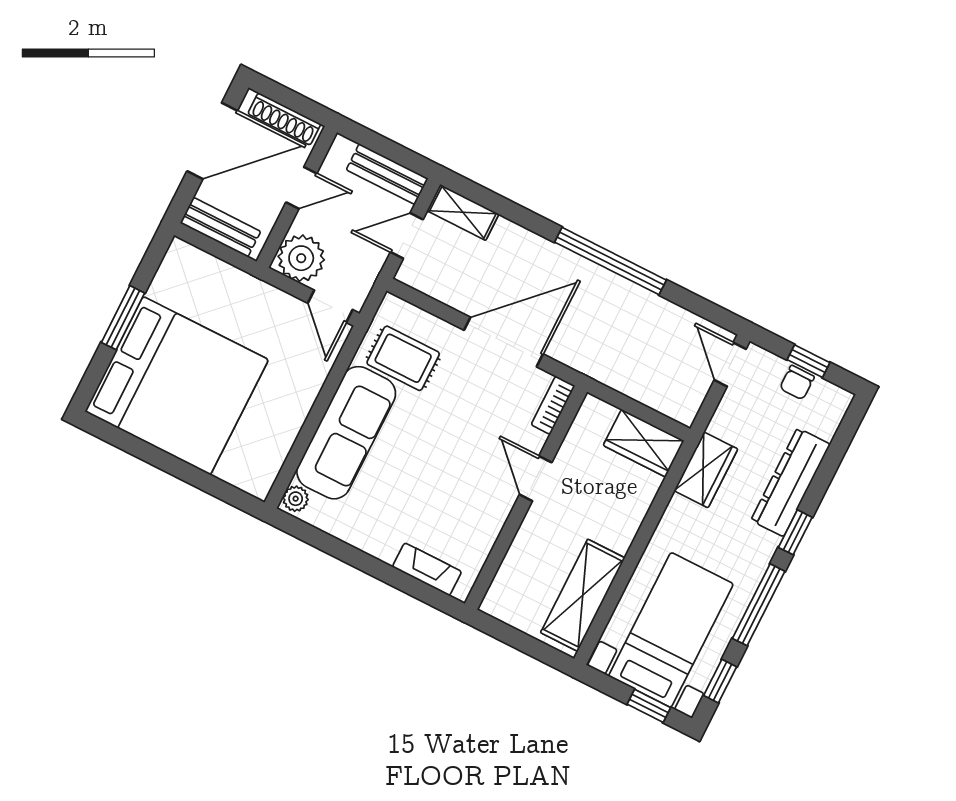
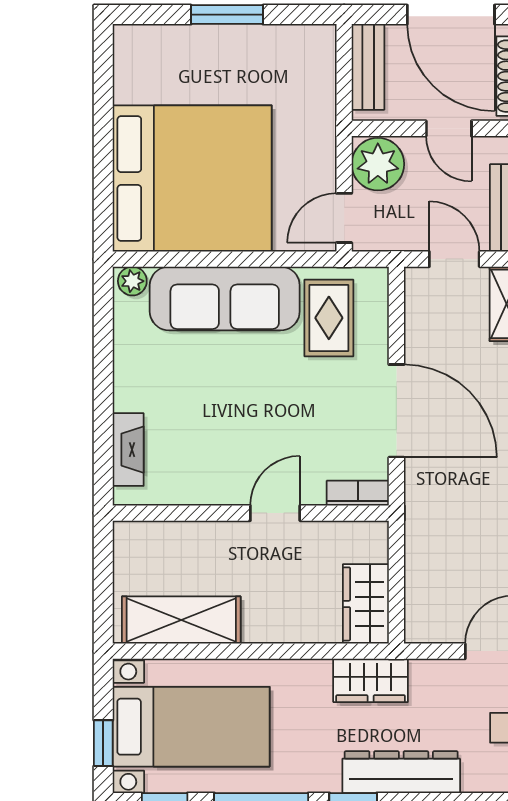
bed: (177, 386) -> (192, 178), moved, turned -90

